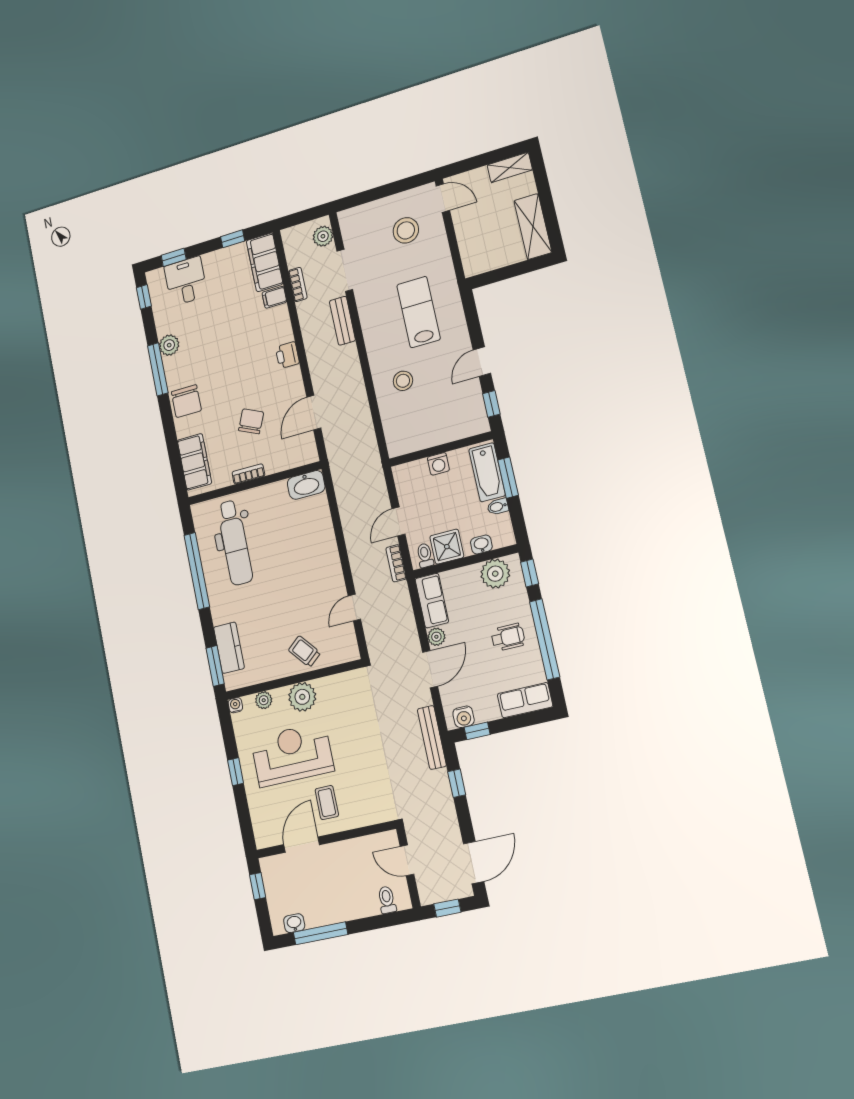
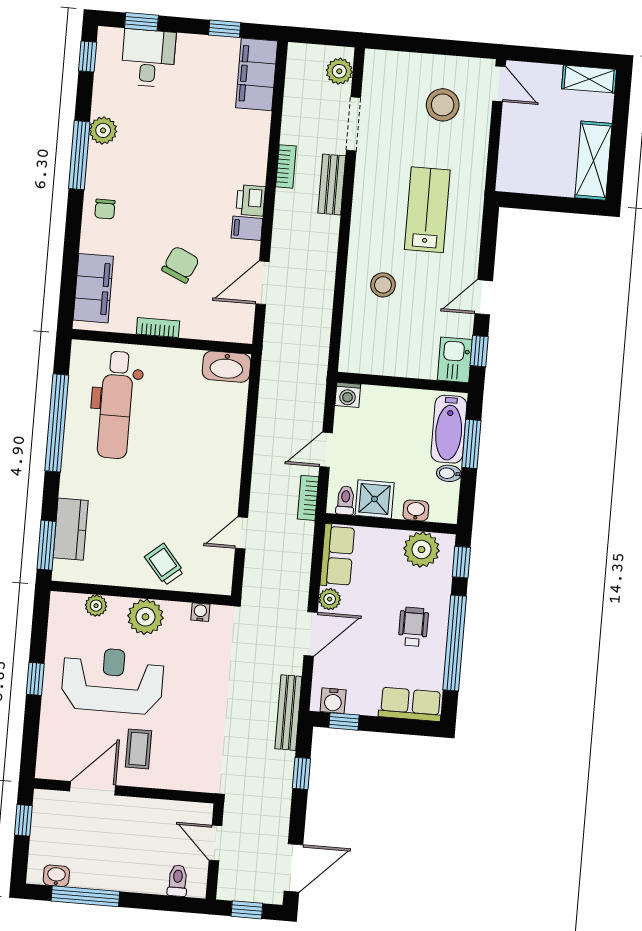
bookcase: (298, 284) -> (286, 166), moved
filing cabinet: (274, 297) -> (247, 228), moved
chair: (186, 401) -> (105, 209), width x0.54, depth x0.54
kitchen sink: (475, 417) -> (455, 360), added
washing machine: (438, 464) -> (348, 395), moved
wheelchair: (508, 637) -> (413, 627), turned -90
water cooler: (235, 705) -> (200, 612), moved

